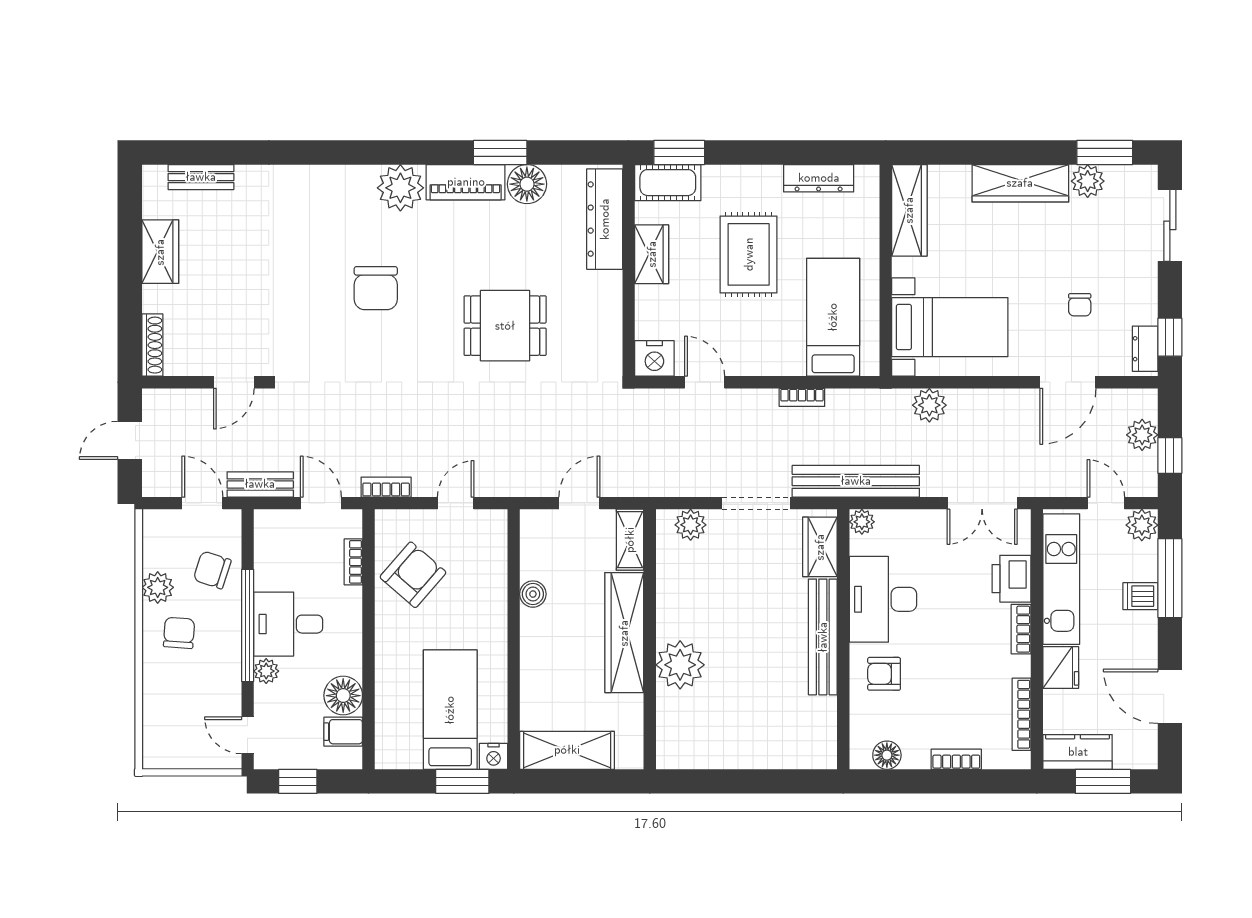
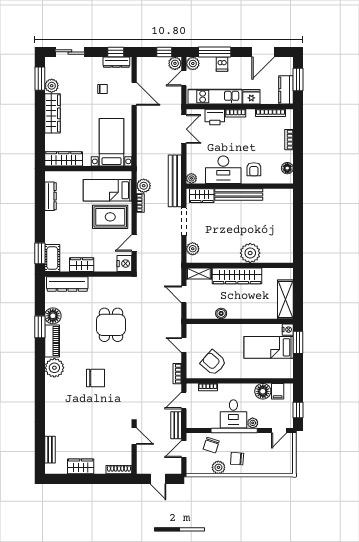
rug: (749, 254) -> (110, 217), moved
dresser: (1145, 349) -> (116, 62), width x1.44
plant: (929, 405) -> (144, 186), moved
plant: (1142, 435) -> (175, 63), moved

